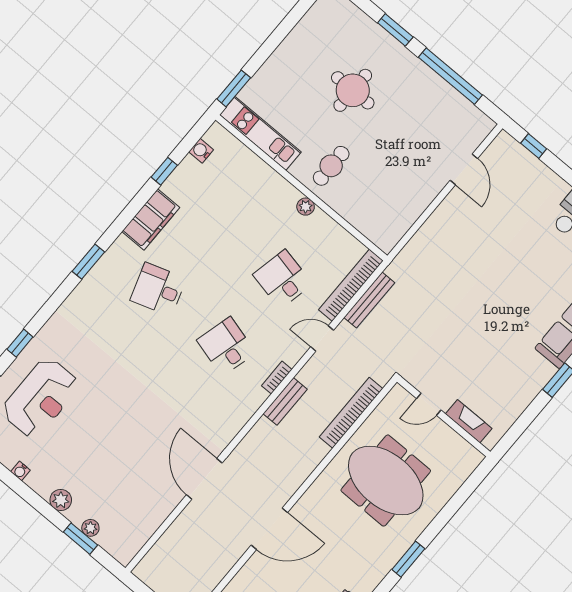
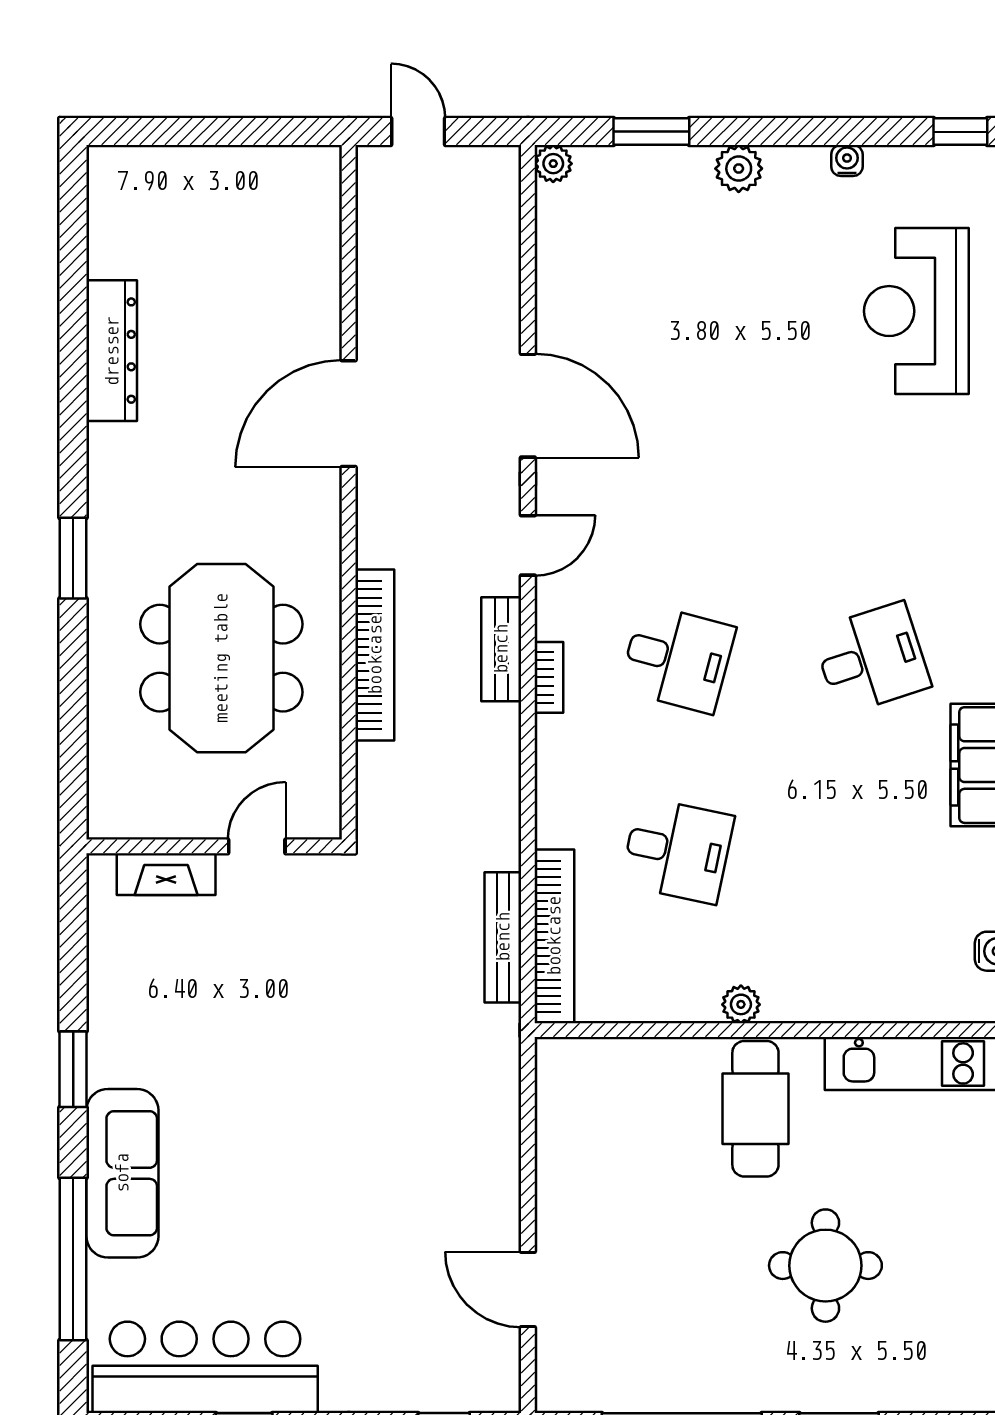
cafe table: (331, 166) -> (755, 1109), width x1.37, depth x1.35
door: (322, 338) -> (528, 545), moved
bookcase: (351, 413) -> (375, 655), moved
meeting table: (386, 481) -> (221, 658), turned 90
plant: (90, 528) -> (553, 164), moved

